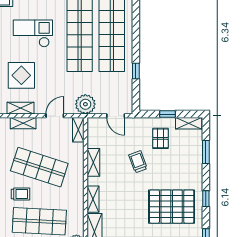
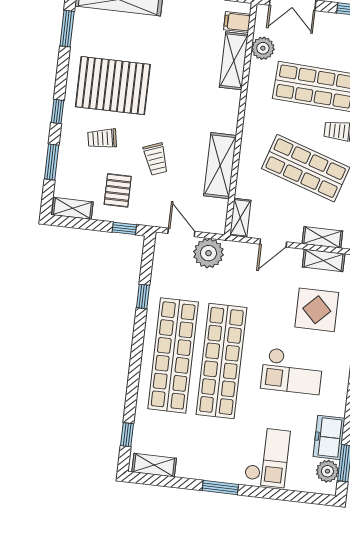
plant: (85, 104) -> (209, 253), moved
window: (168, 114) -> (124, 228), moved
shelving: (93, 162) -> (220, 166), width x1.50, depth x1.33
trolley: (175, 171) -> (102, 139), added
shelving: (93, 199) -> (230, 110), removed
window: (206, 199) -> (57, 112), moved

